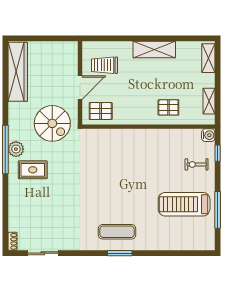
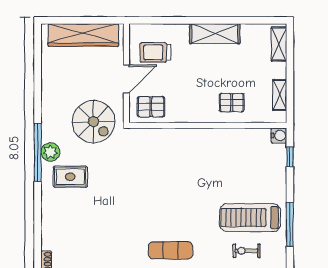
wardrobe: (18, 72) -> (83, 35), moved, turned 90
exercise bike: (197, 164) -> (247, 251), moved

